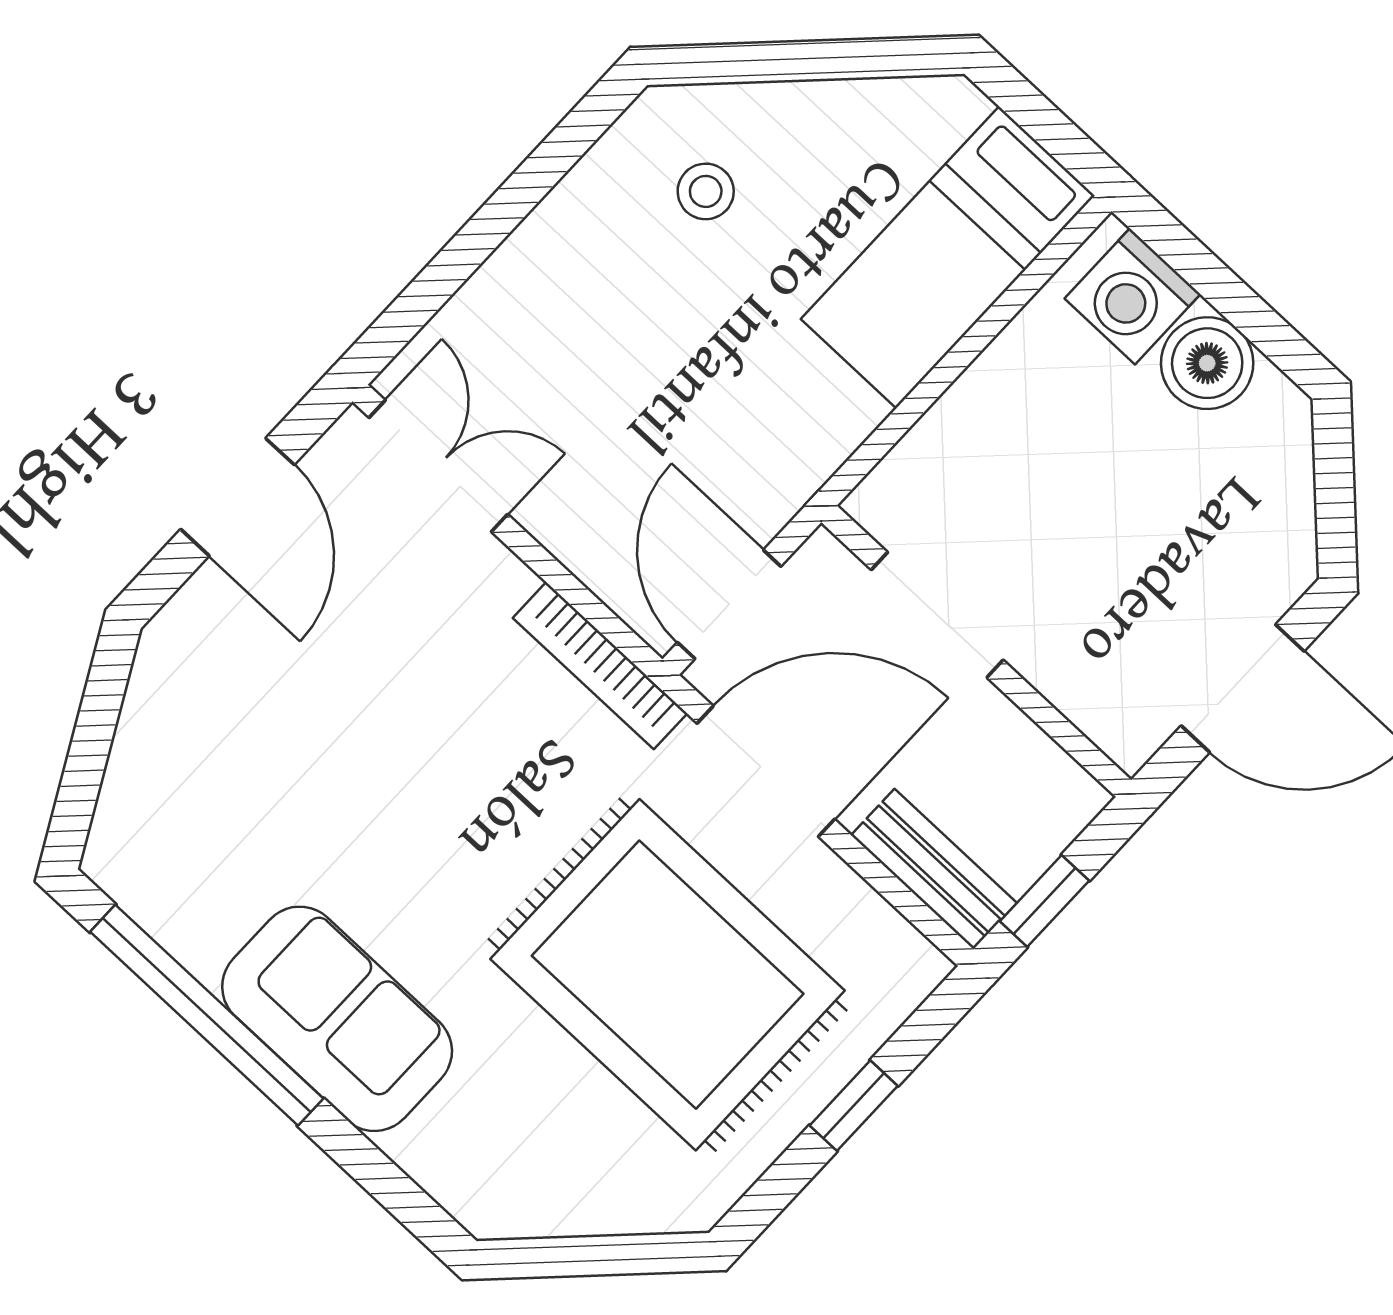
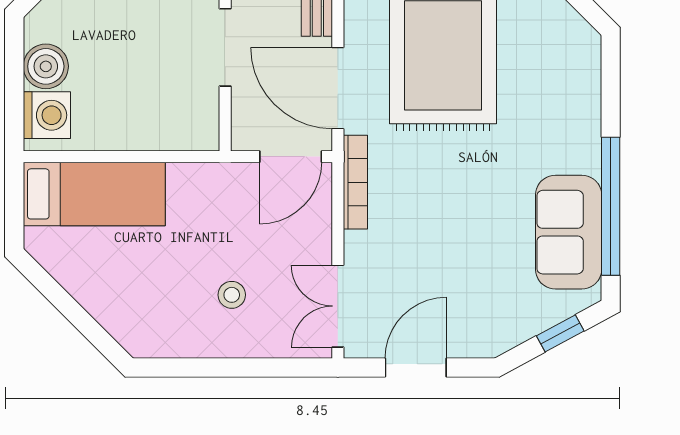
stool: (706, 191) -> (232, 295), moved
doorway: (937, 615) -> (225, 47), moved
window: (86, 762) -> (560, 333), added
sofa: (337, 1019) -> (569, 232), moved

